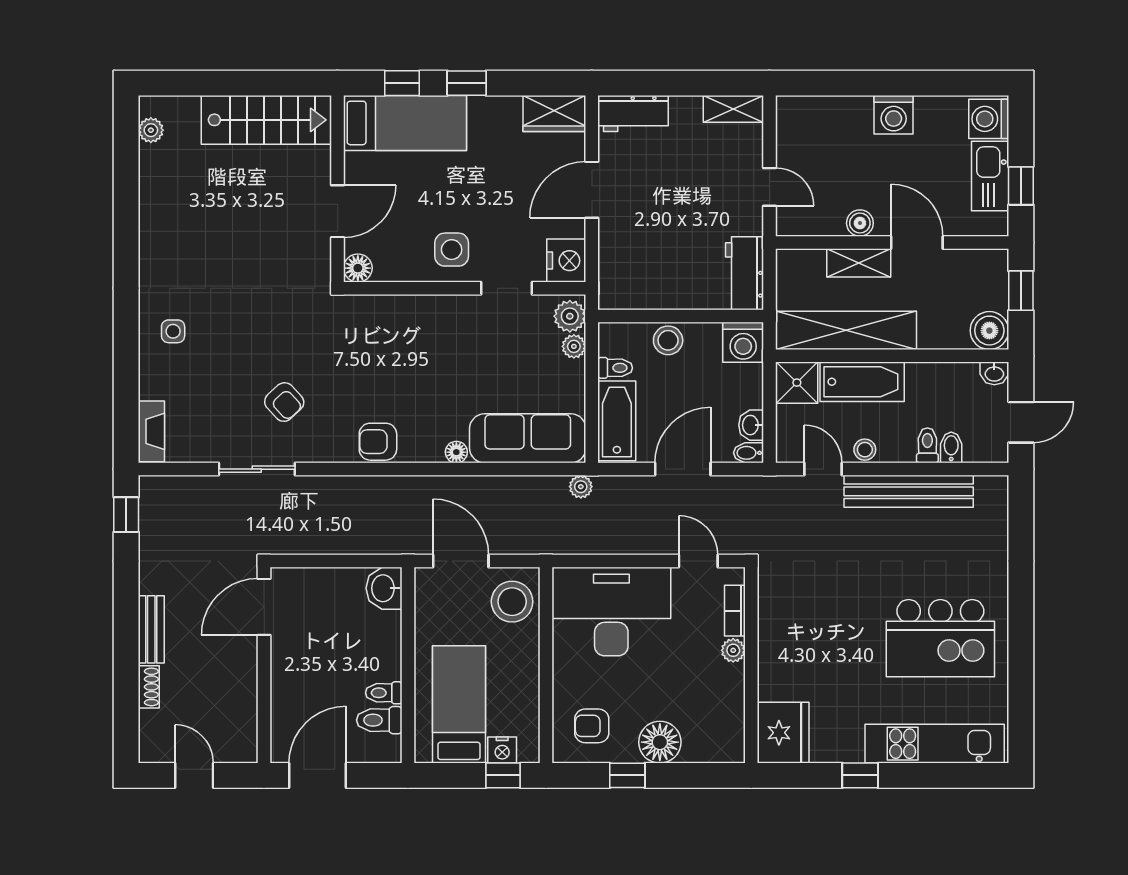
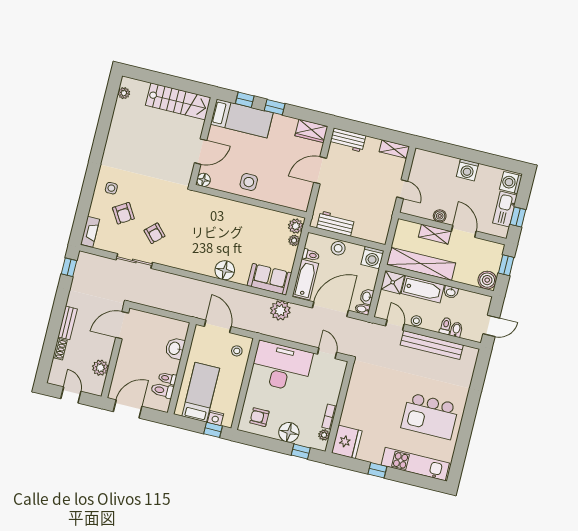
nightstand: (566, 261) -> (300, 200), removed
workbench: (745, 273) -> (336, 224), moved, turned 90
doorway: (507, 288) -> (270, 206), removed
washbasin: (994, 373) -> (451, 292), moved
sofa: (528, 438) -> (270, 279), width x0.73
armchair: (378, 442) -> (123, 213), moved, turned -122
floor lamp: (456, 452) -> (225, 270), width x1.89, depth x1.89
door: (683, 469) -> (330, 309), width x1.36
plant: (581, 487) -> (280, 310), width x1.88, depth x1.88
washbasin: (384, 588) -> (175, 348), moved
stool: (512, 602) -> (237, 351), width x0.53, depth x0.53
bookcase: (735, 611) -> (329, 417), moved
plant: (733, 650) -> (324, 435), moved
plant: (241, 705) -> (100, 368), added
window: (627, 775) -> (301, 451), moved

